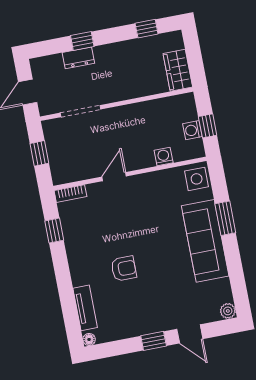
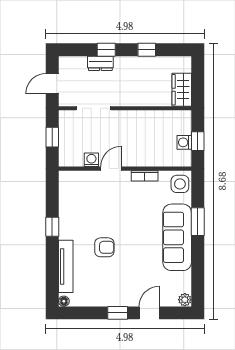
window: (147, 29) -> (147, 50), moved
washing machine: (164, 157) -> (91, 160), moved
bookcase: (70, 194) -> (145, 176), moved
window: (54, 231) -> (52, 227), moved
tv unit: (85, 308) -> (66, 266), width x1.41
door: (190, 334) -> (149, 313), swing flipped

